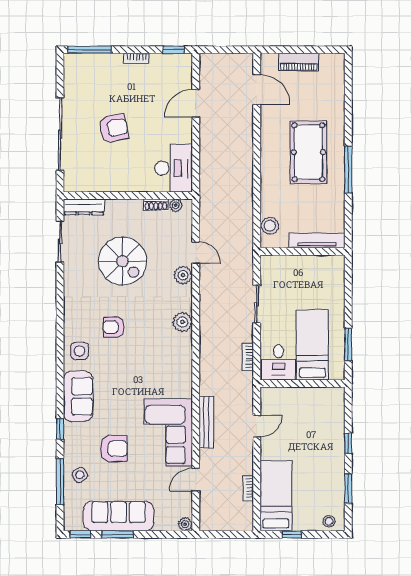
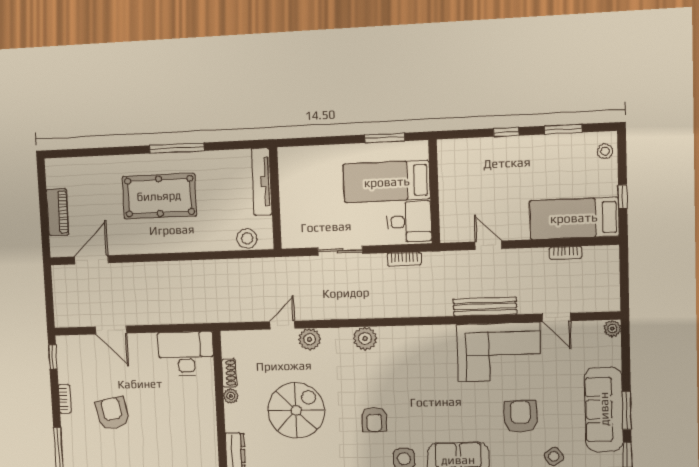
armchair: (114, 128) -> (112, 413), moved
plant: (176, 205) -> (231, 396), moved

